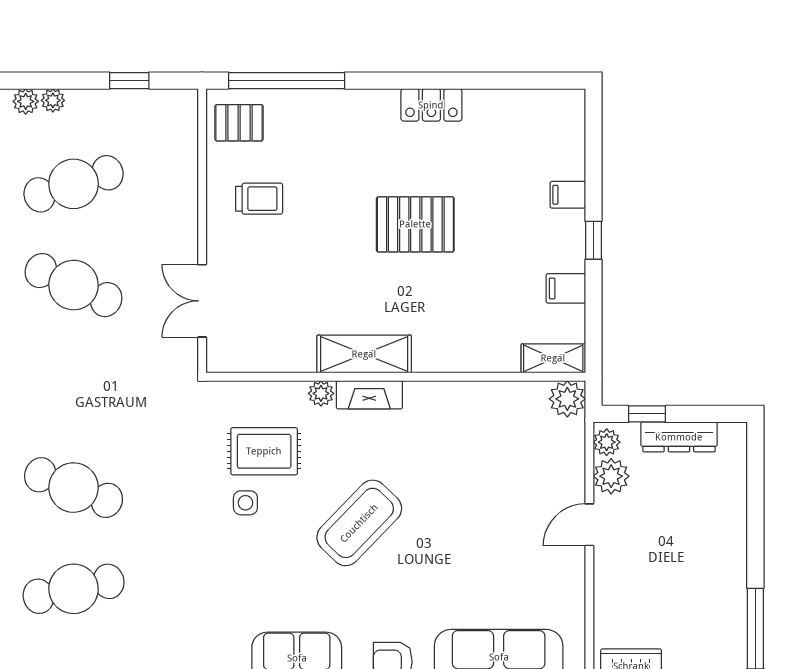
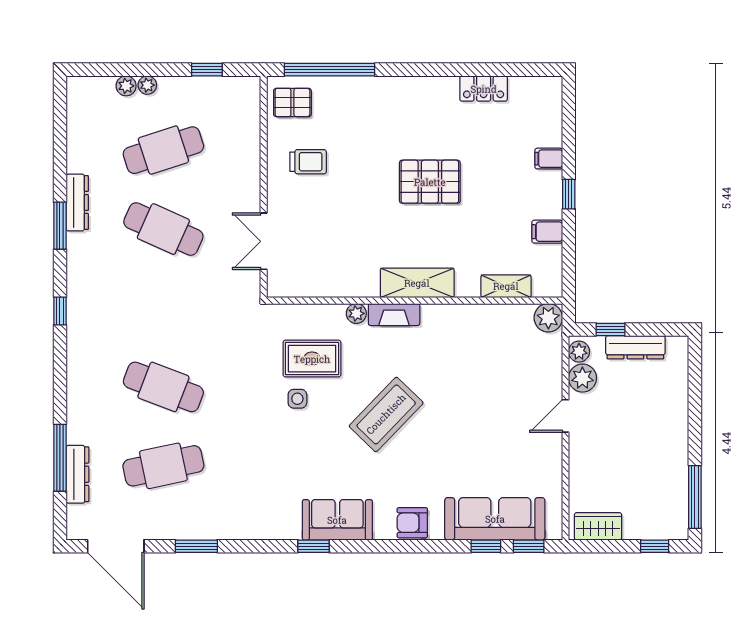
locker: (431, 105) -> (484, 89), moved
shelving: (364, 354) -> (417, 283), moved
shelving: (553, 358) -> (506, 286), moved

